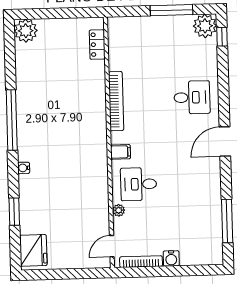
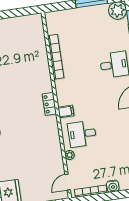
locker: (97, 45) -> (49, 104), moved
bookcase: (116, 101) -> (56, 57), moved

